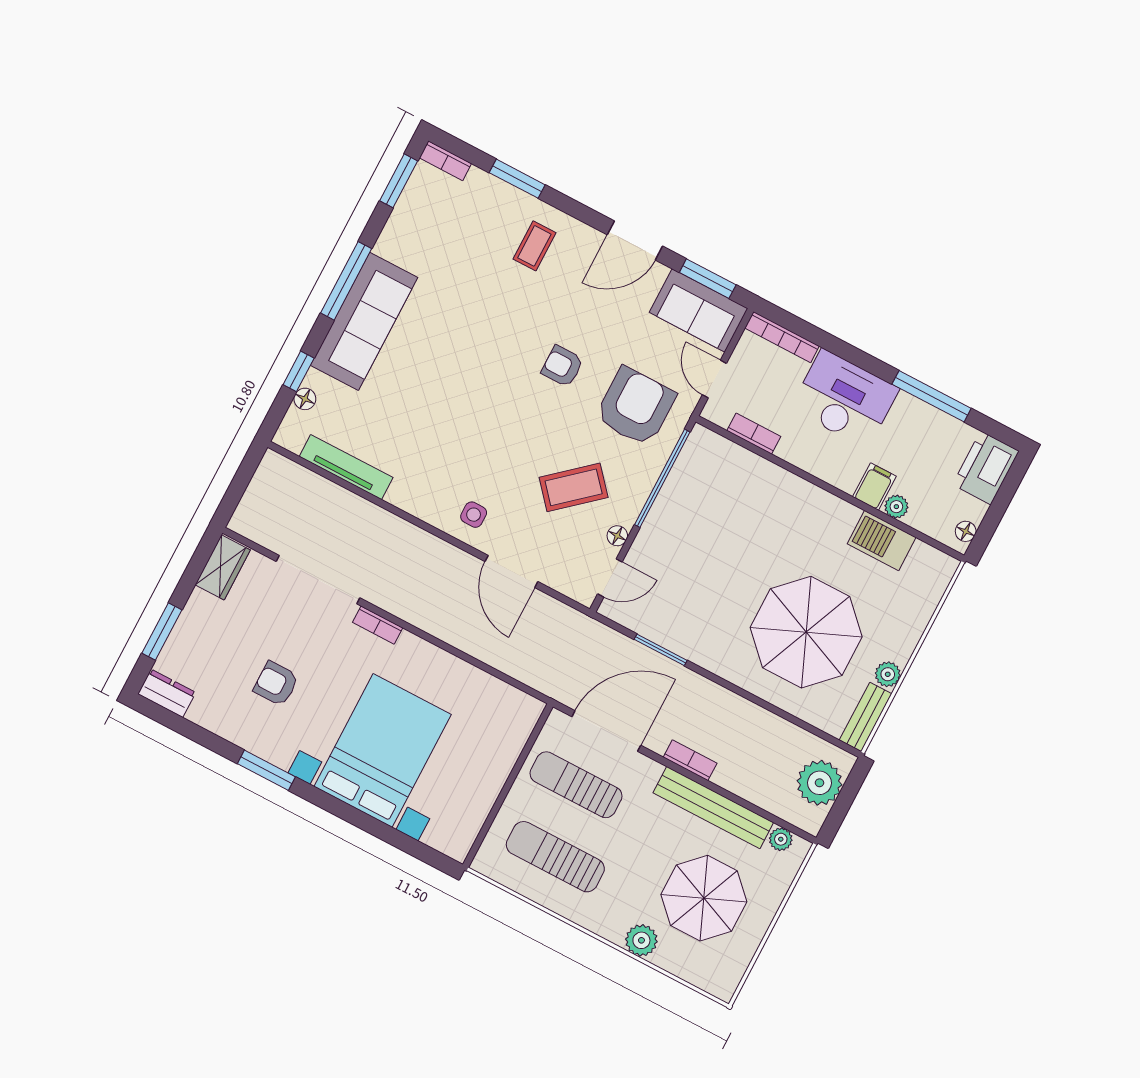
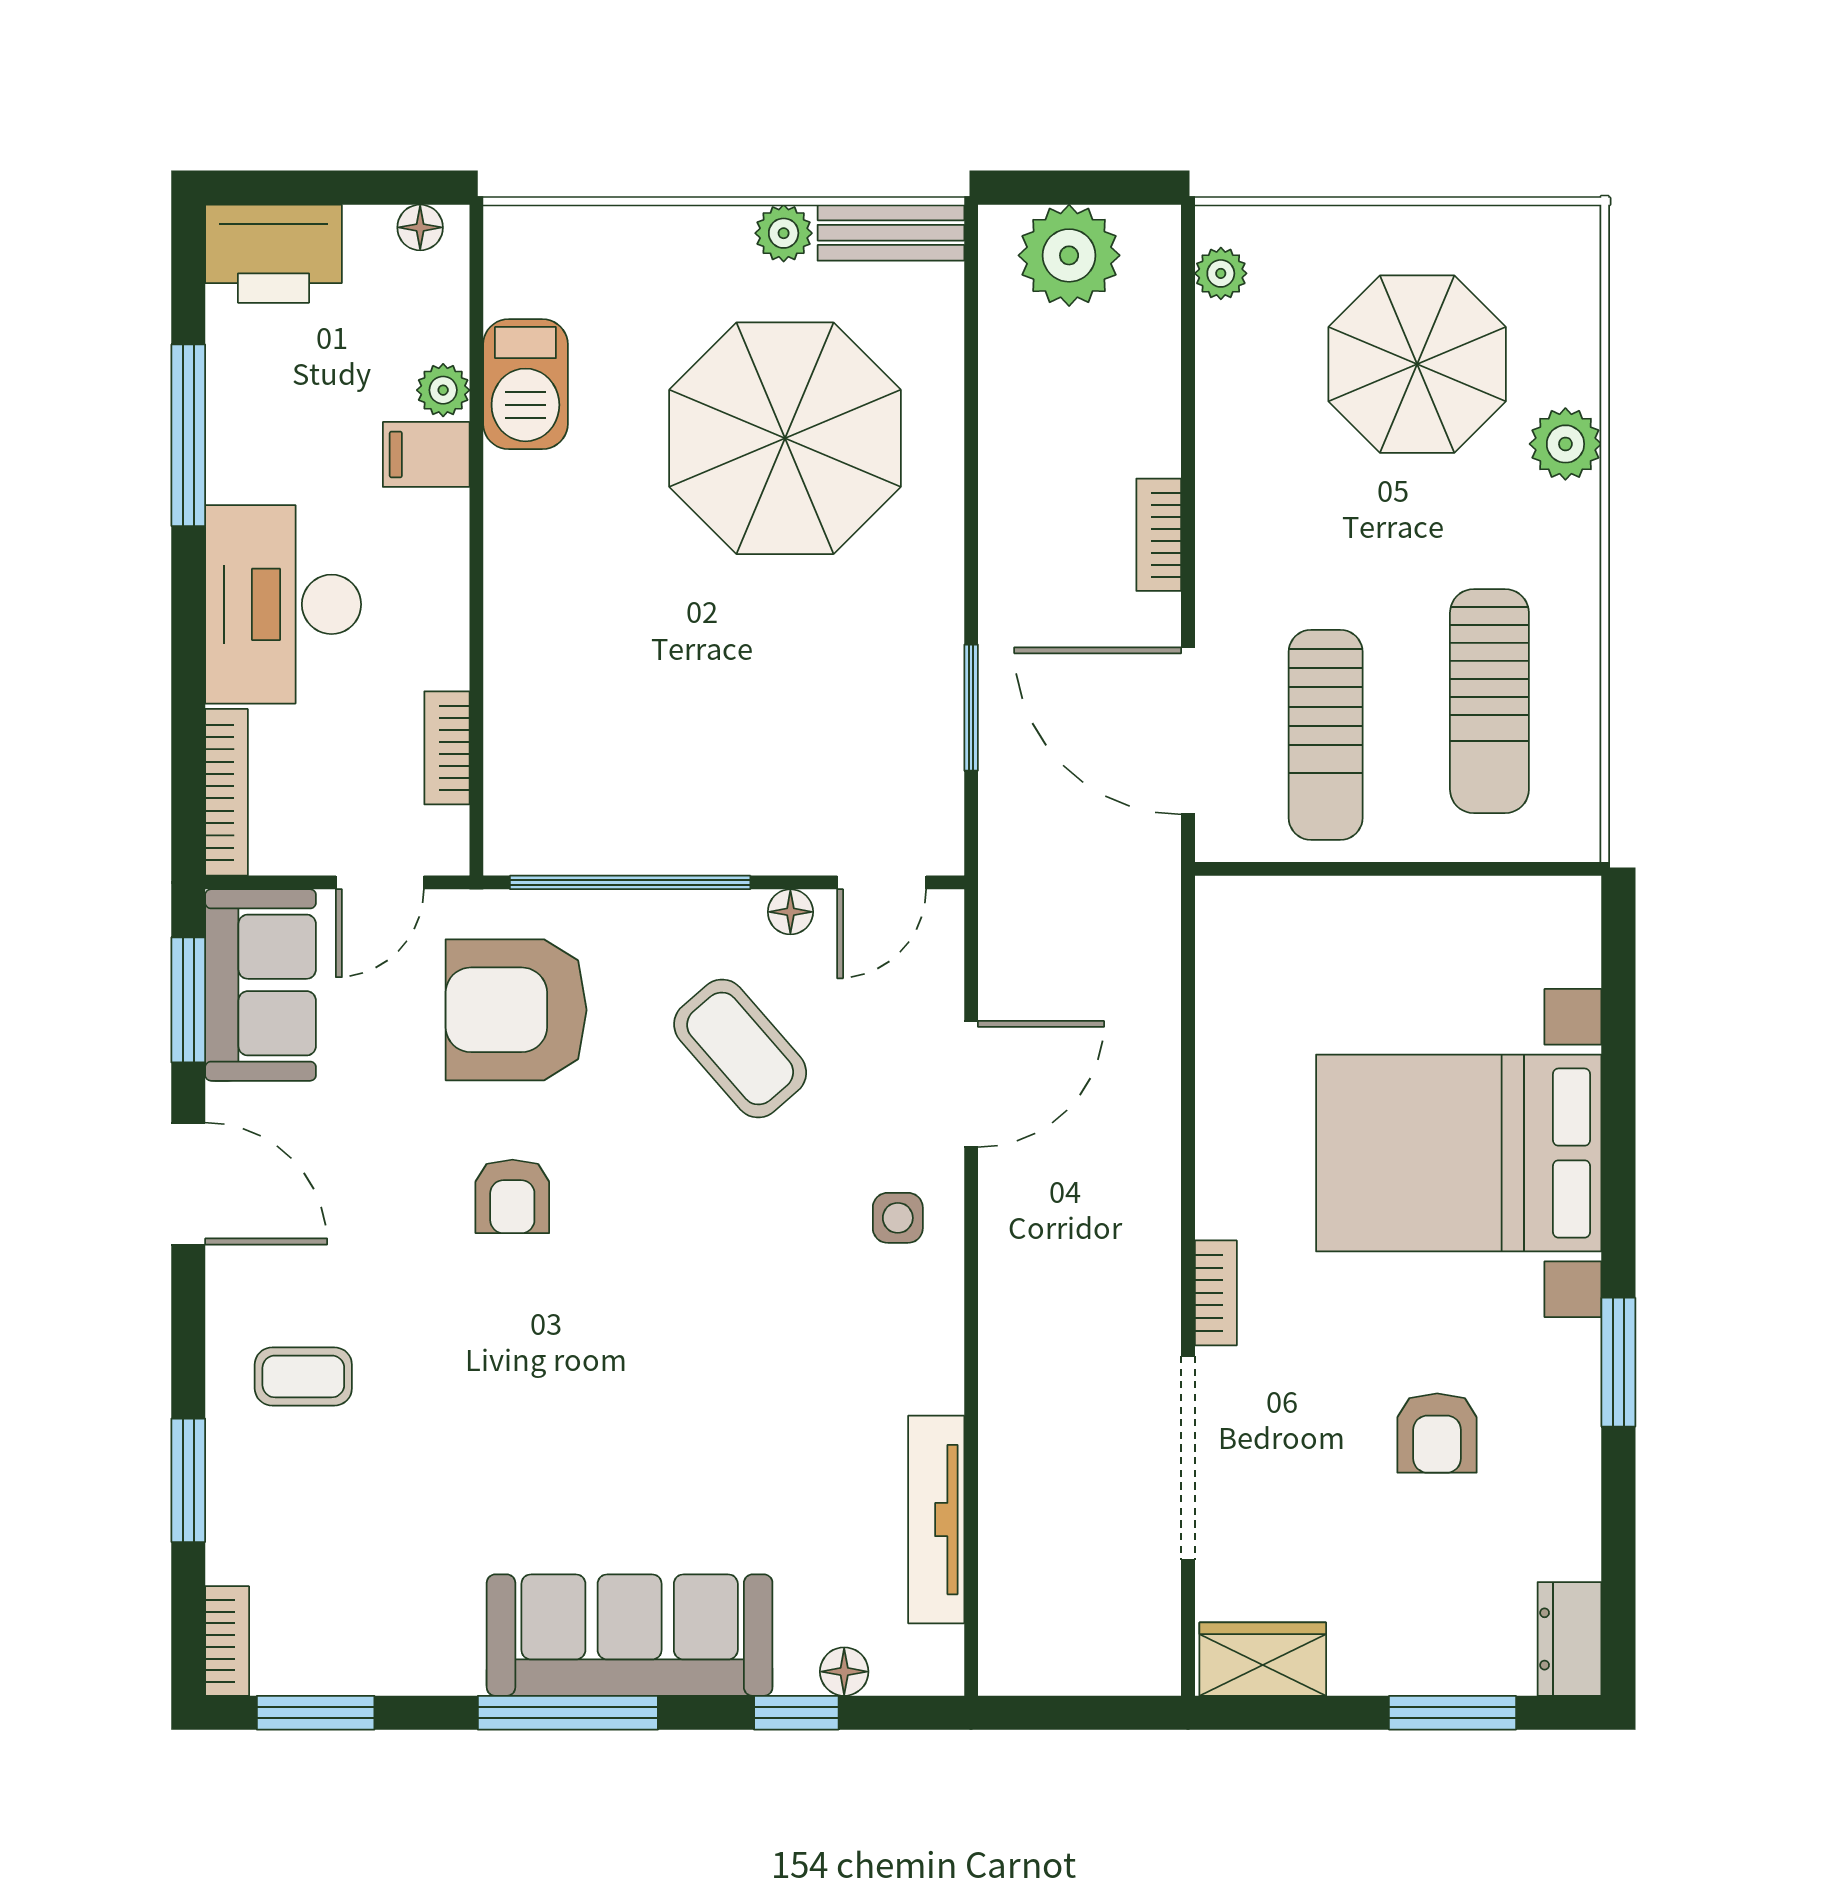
door: (610, 578) -> (882, 882), swing flipped
bench: (713, 808) -> (1228, 440), removed

